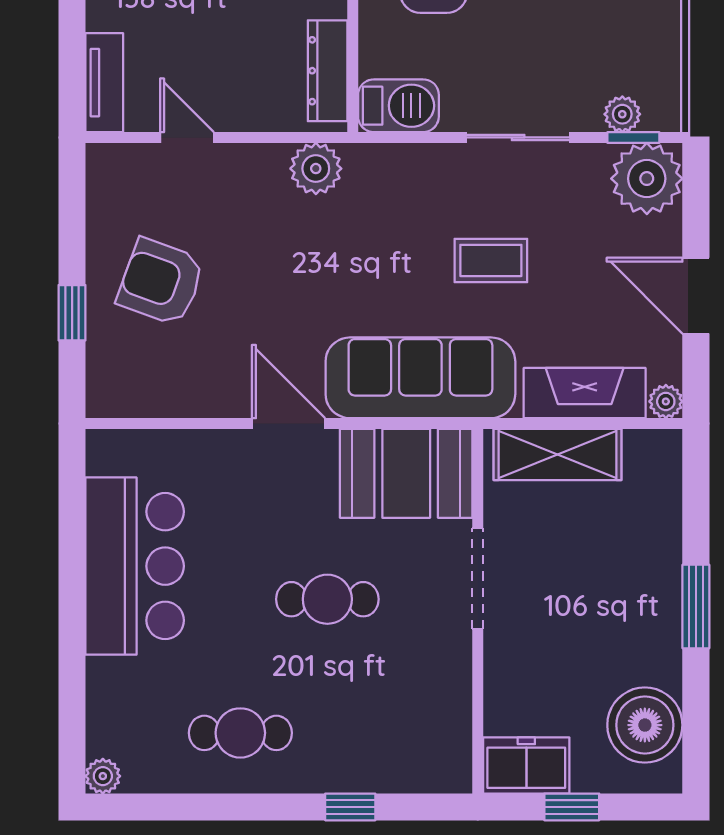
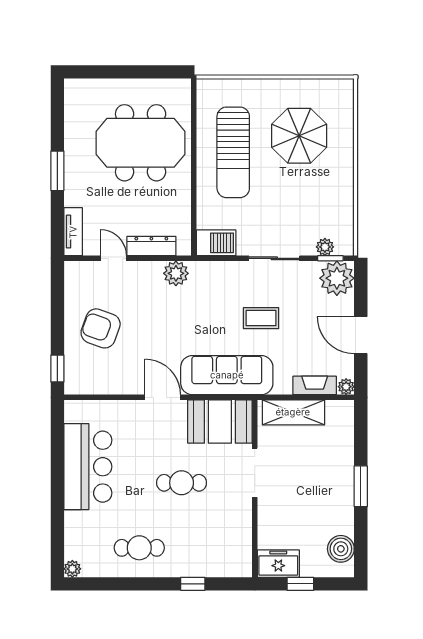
dresser: (328, 71) -> (151, 246), moved, turned 90
window: (72, 313) -> (57, 369), moved
fireplace: (585, 393) -> (315, 385), width x0.73, depth x0.76
boiler: (645, 725) -> (341, 549), width x0.73, depth x0.73

